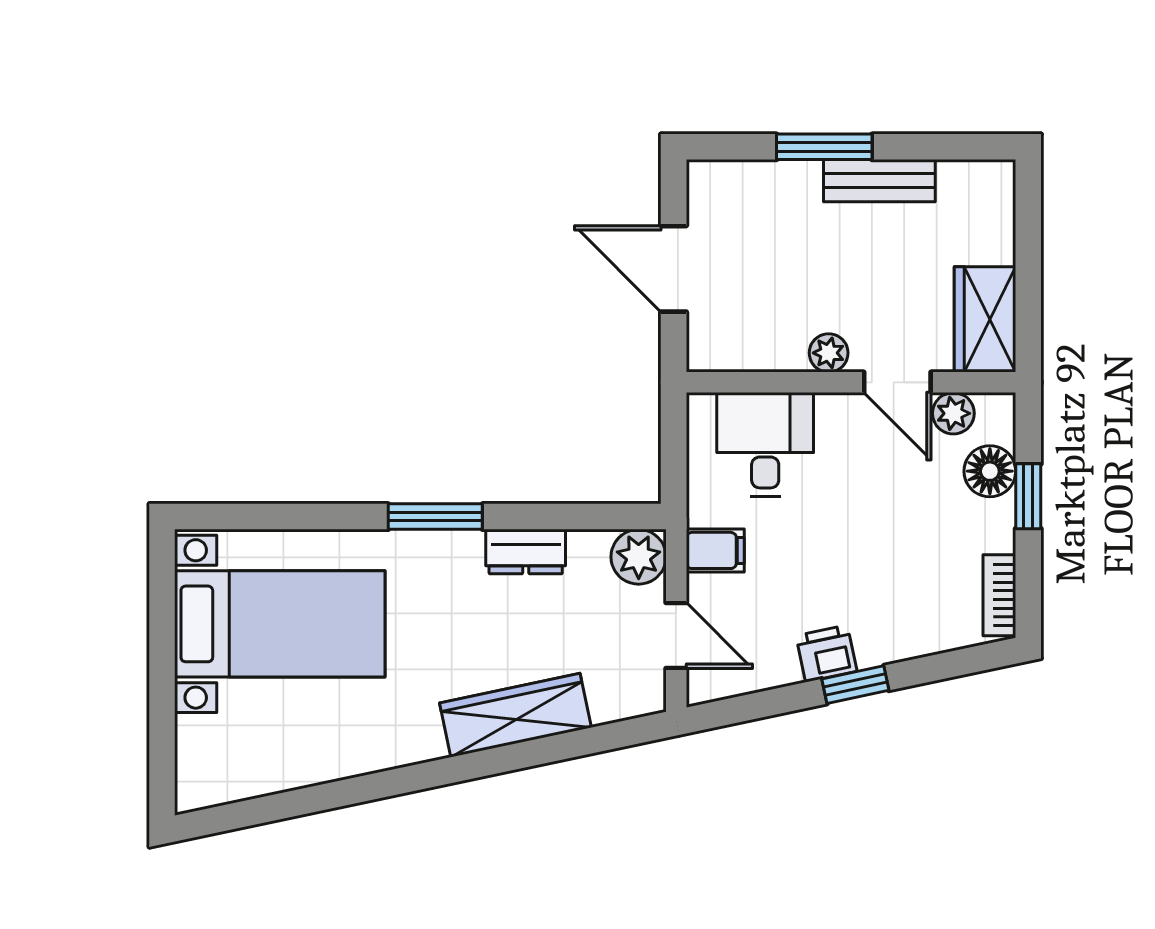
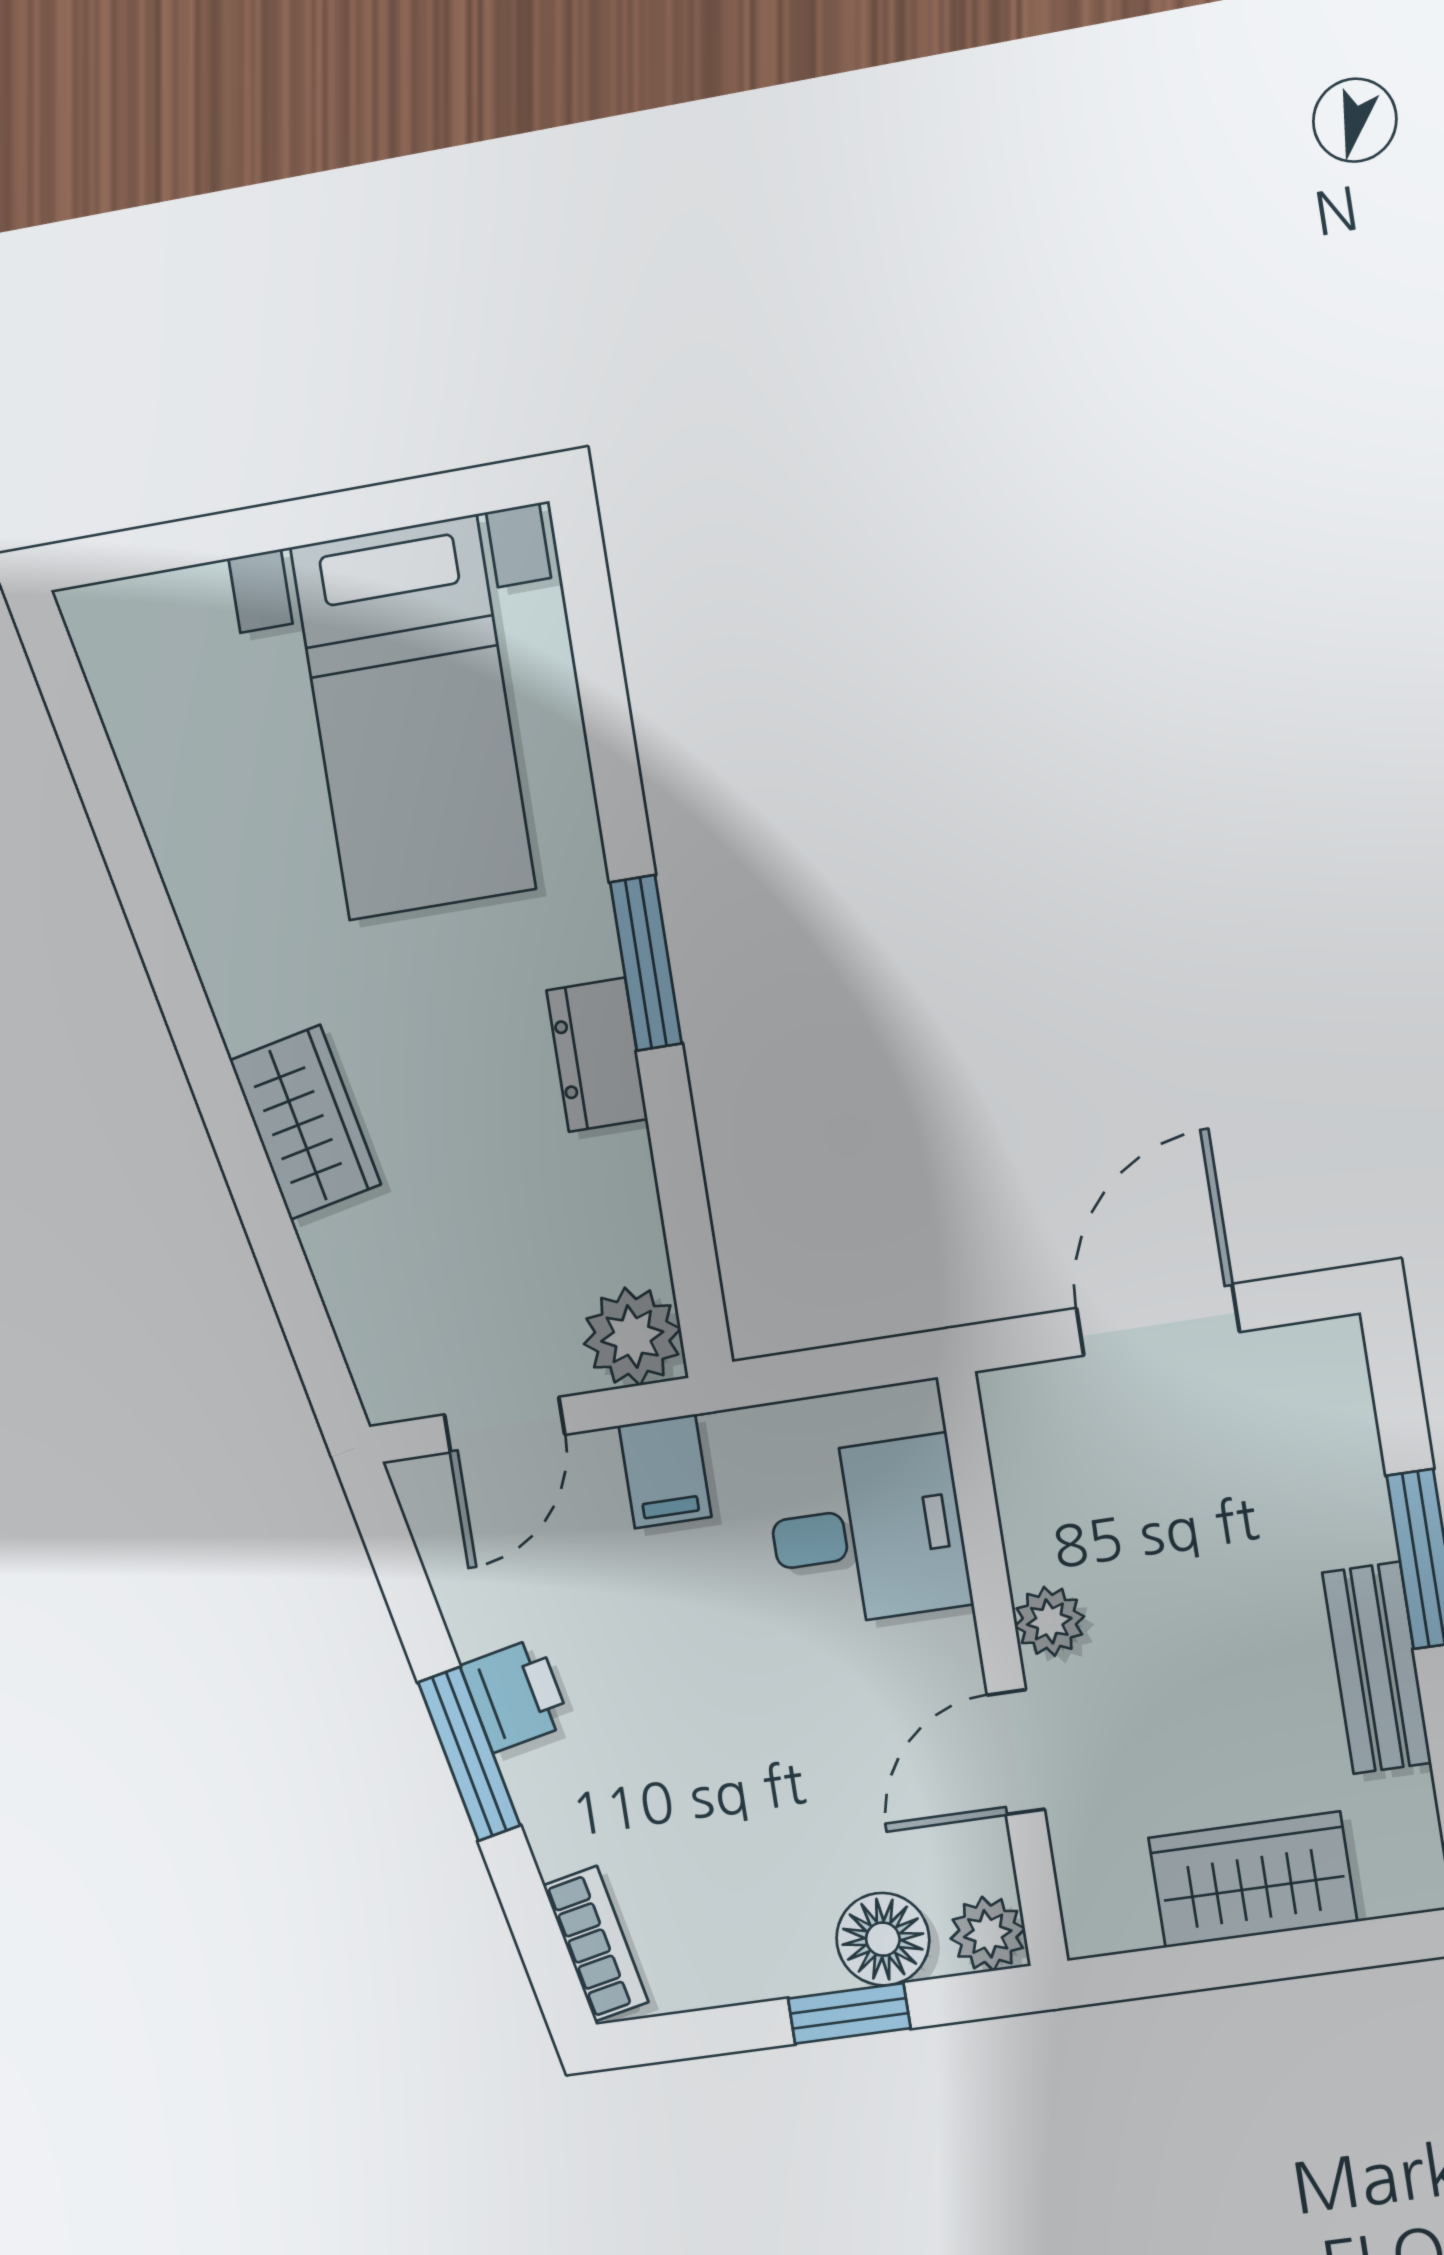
wardrobe: (985, 319) -> (1253, 1880), moved
plant: (953, 413) -> (988, 1934), moved
dresser: (526, 552) -> (597, 1055), moved
bookcase: (999, 595) -> (596, 1944), moved, turned 78
window: (855, 685) -> (469, 1754), width x1.50
wardrobe: (515, 715) -> (305, 1122), width x0.67

